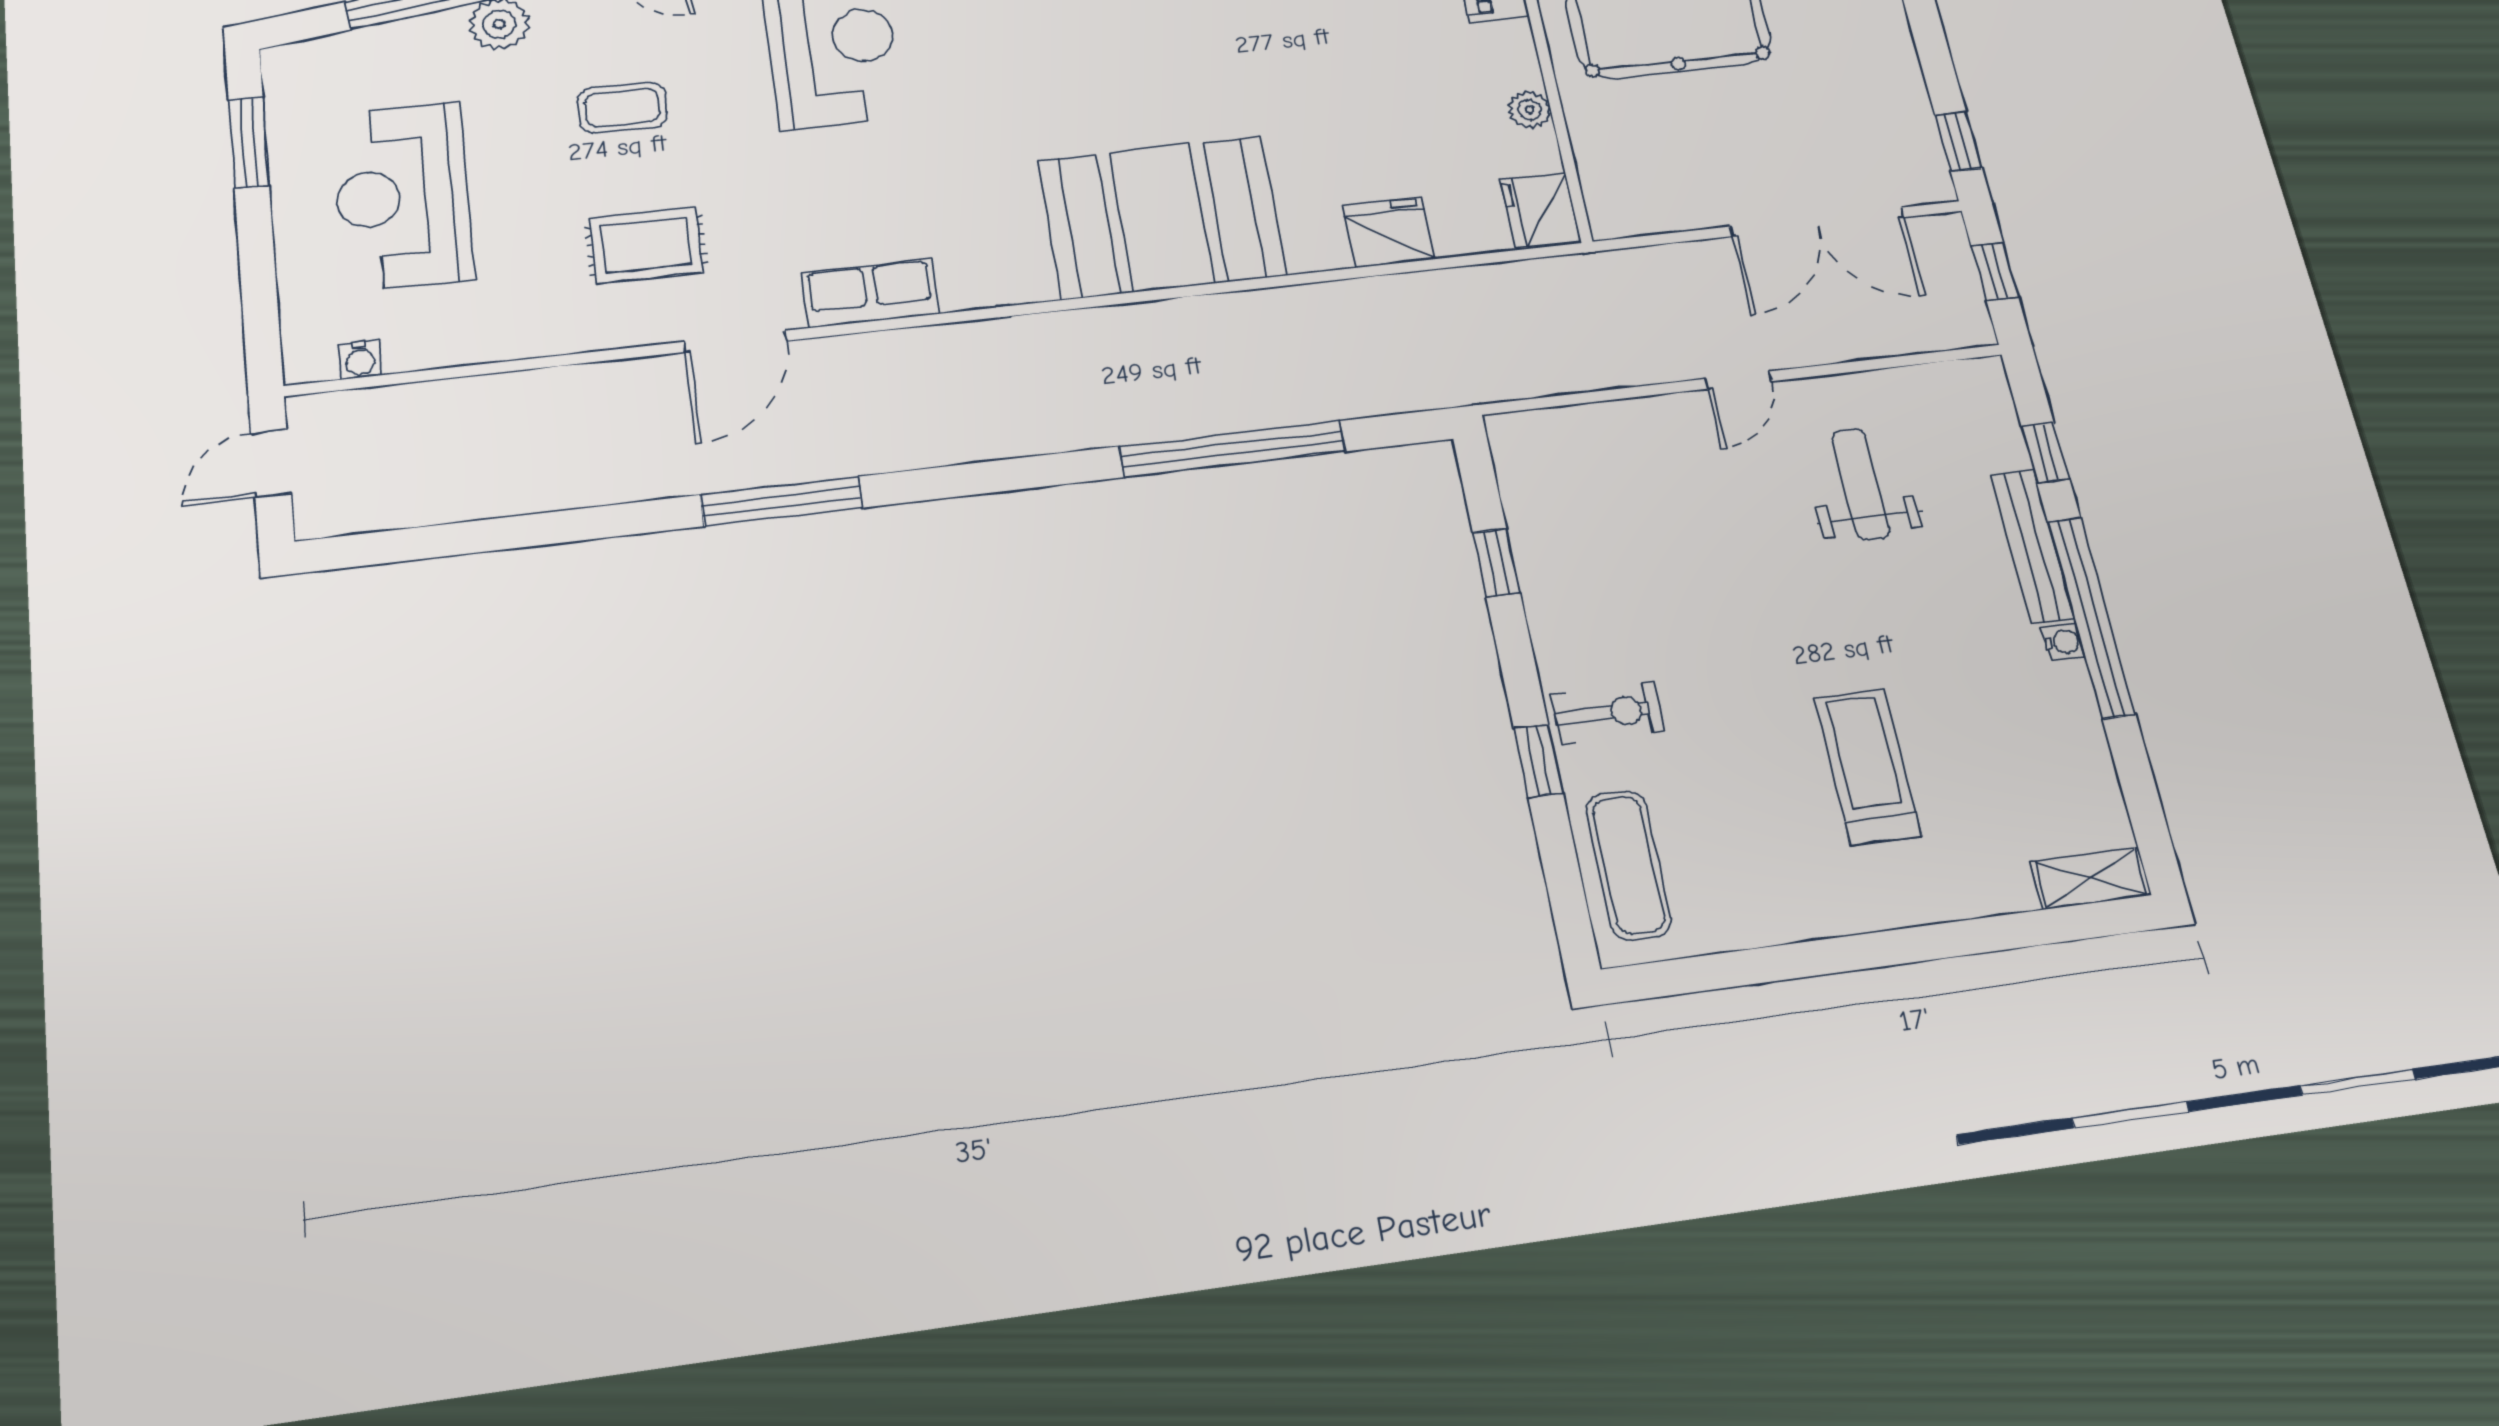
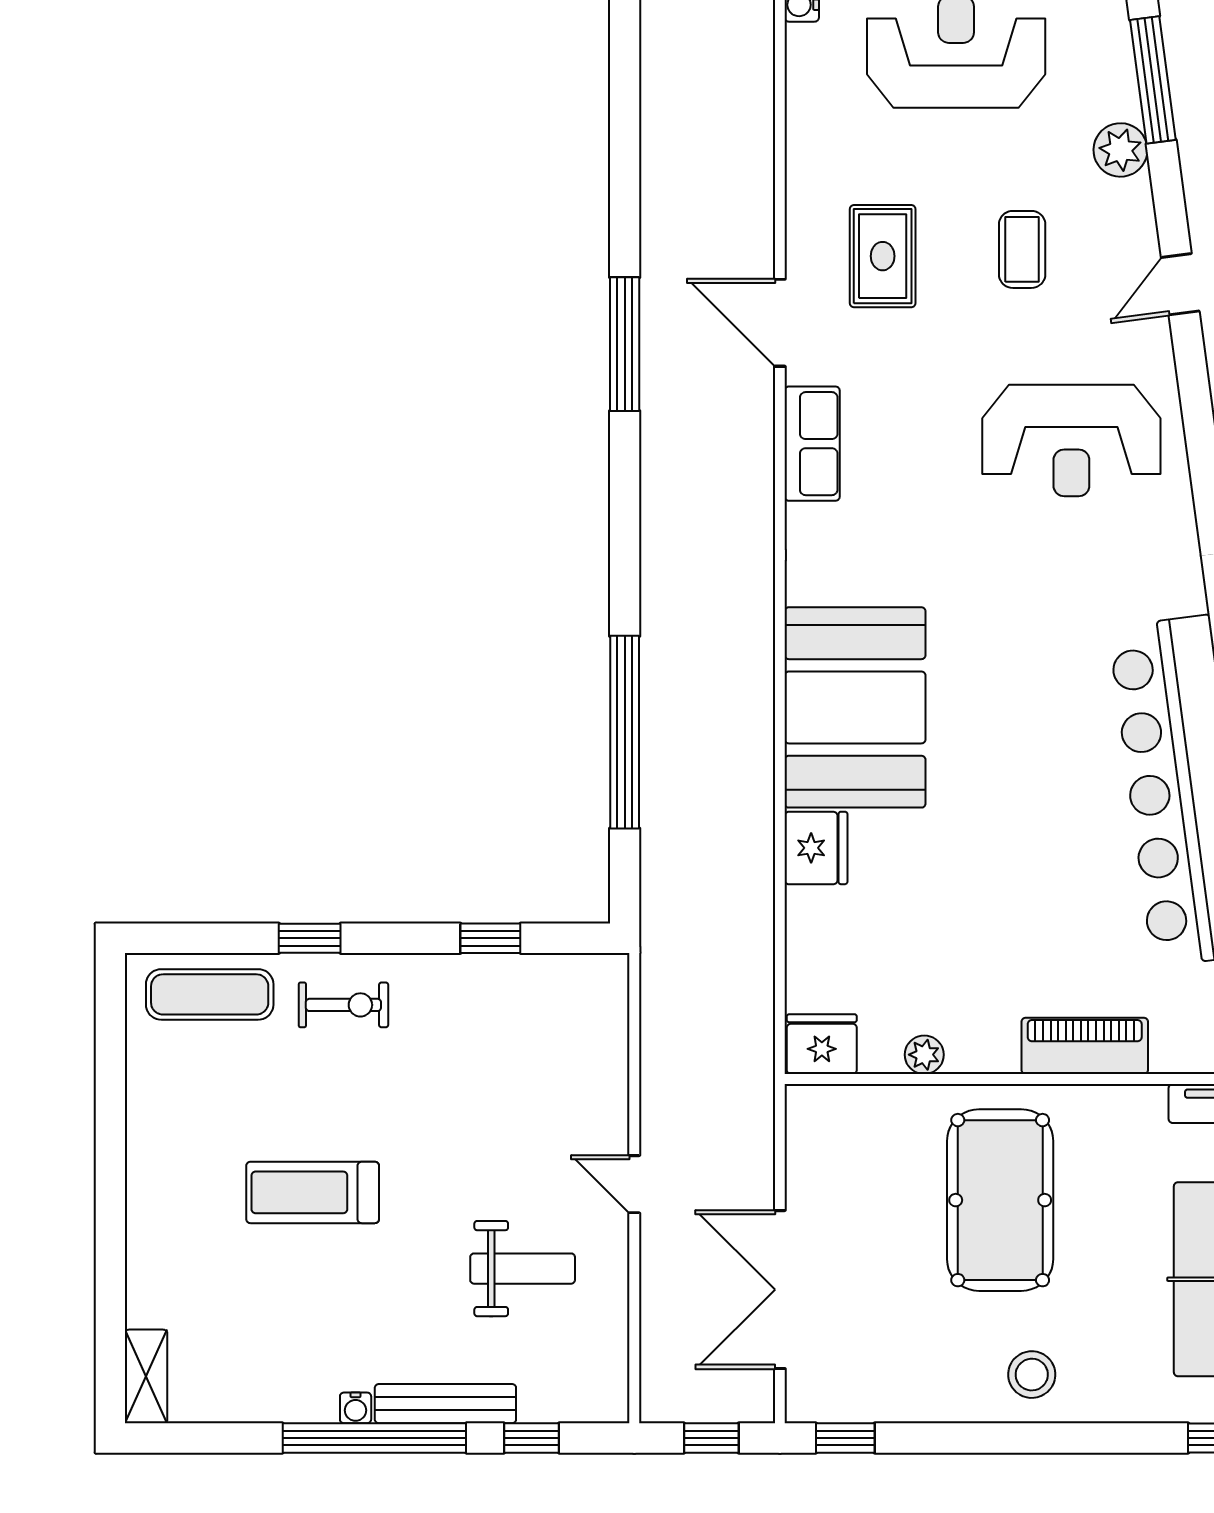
fridge: (1389, 232) -> (816, 848), moved
exercise bike: (1608, 713) -> (343, 1005), turned -90
treadmill: (1868, 767) -> (313, 1192), moved, turned 180

